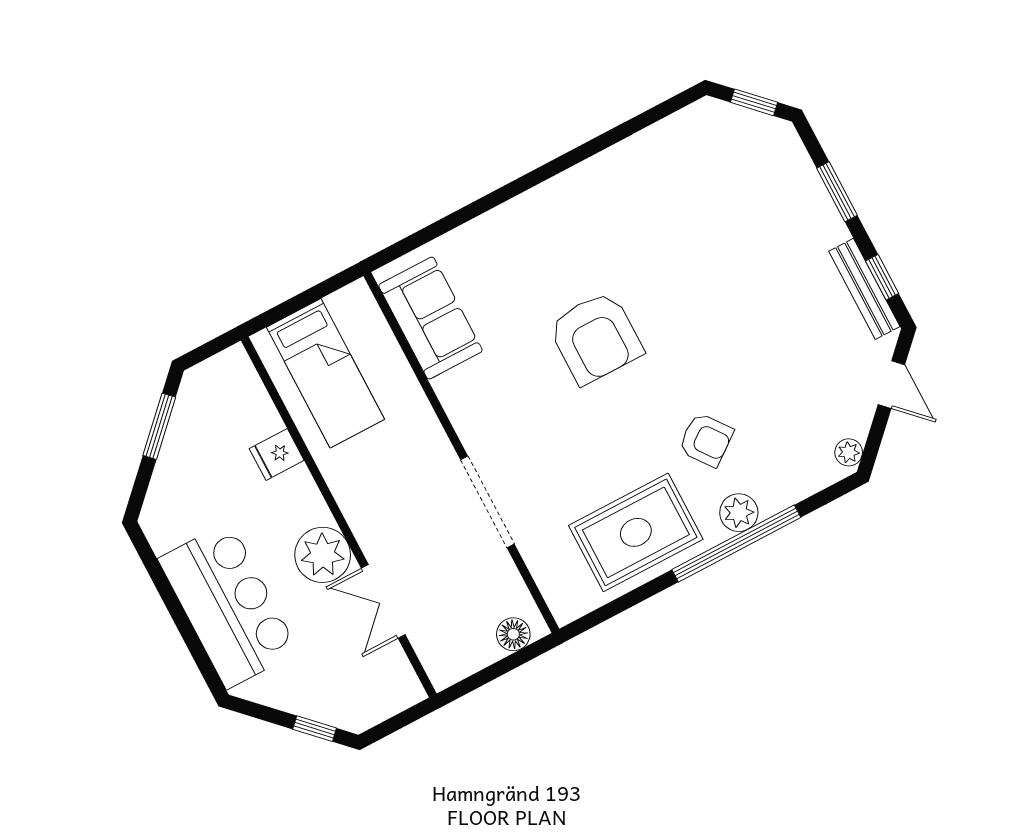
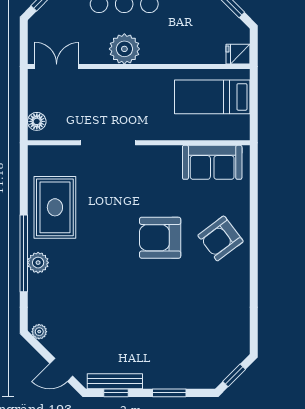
armchair: (706, 440) -> (221, 238), moved, width x1.38, depth x1.38
fridge: (277, 454) -> (238, 54), moved, turned -90
double door: (383, 601) -> (57, 67), moved

